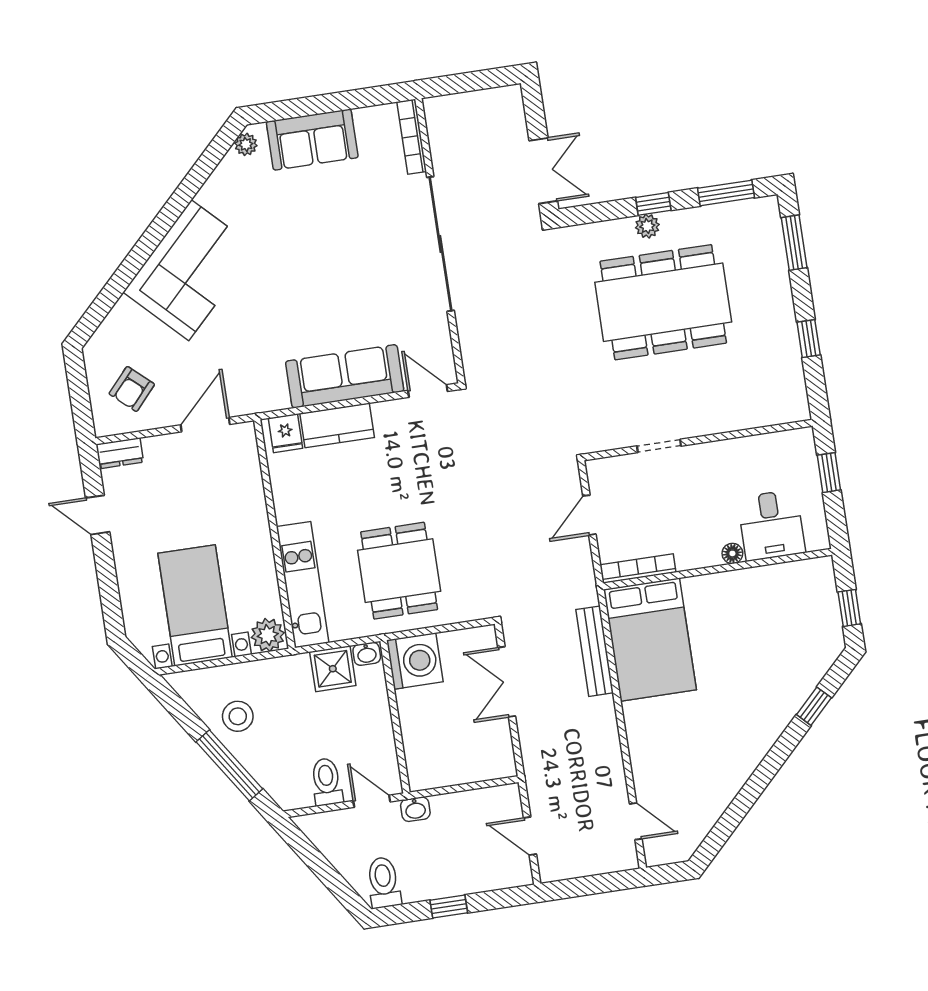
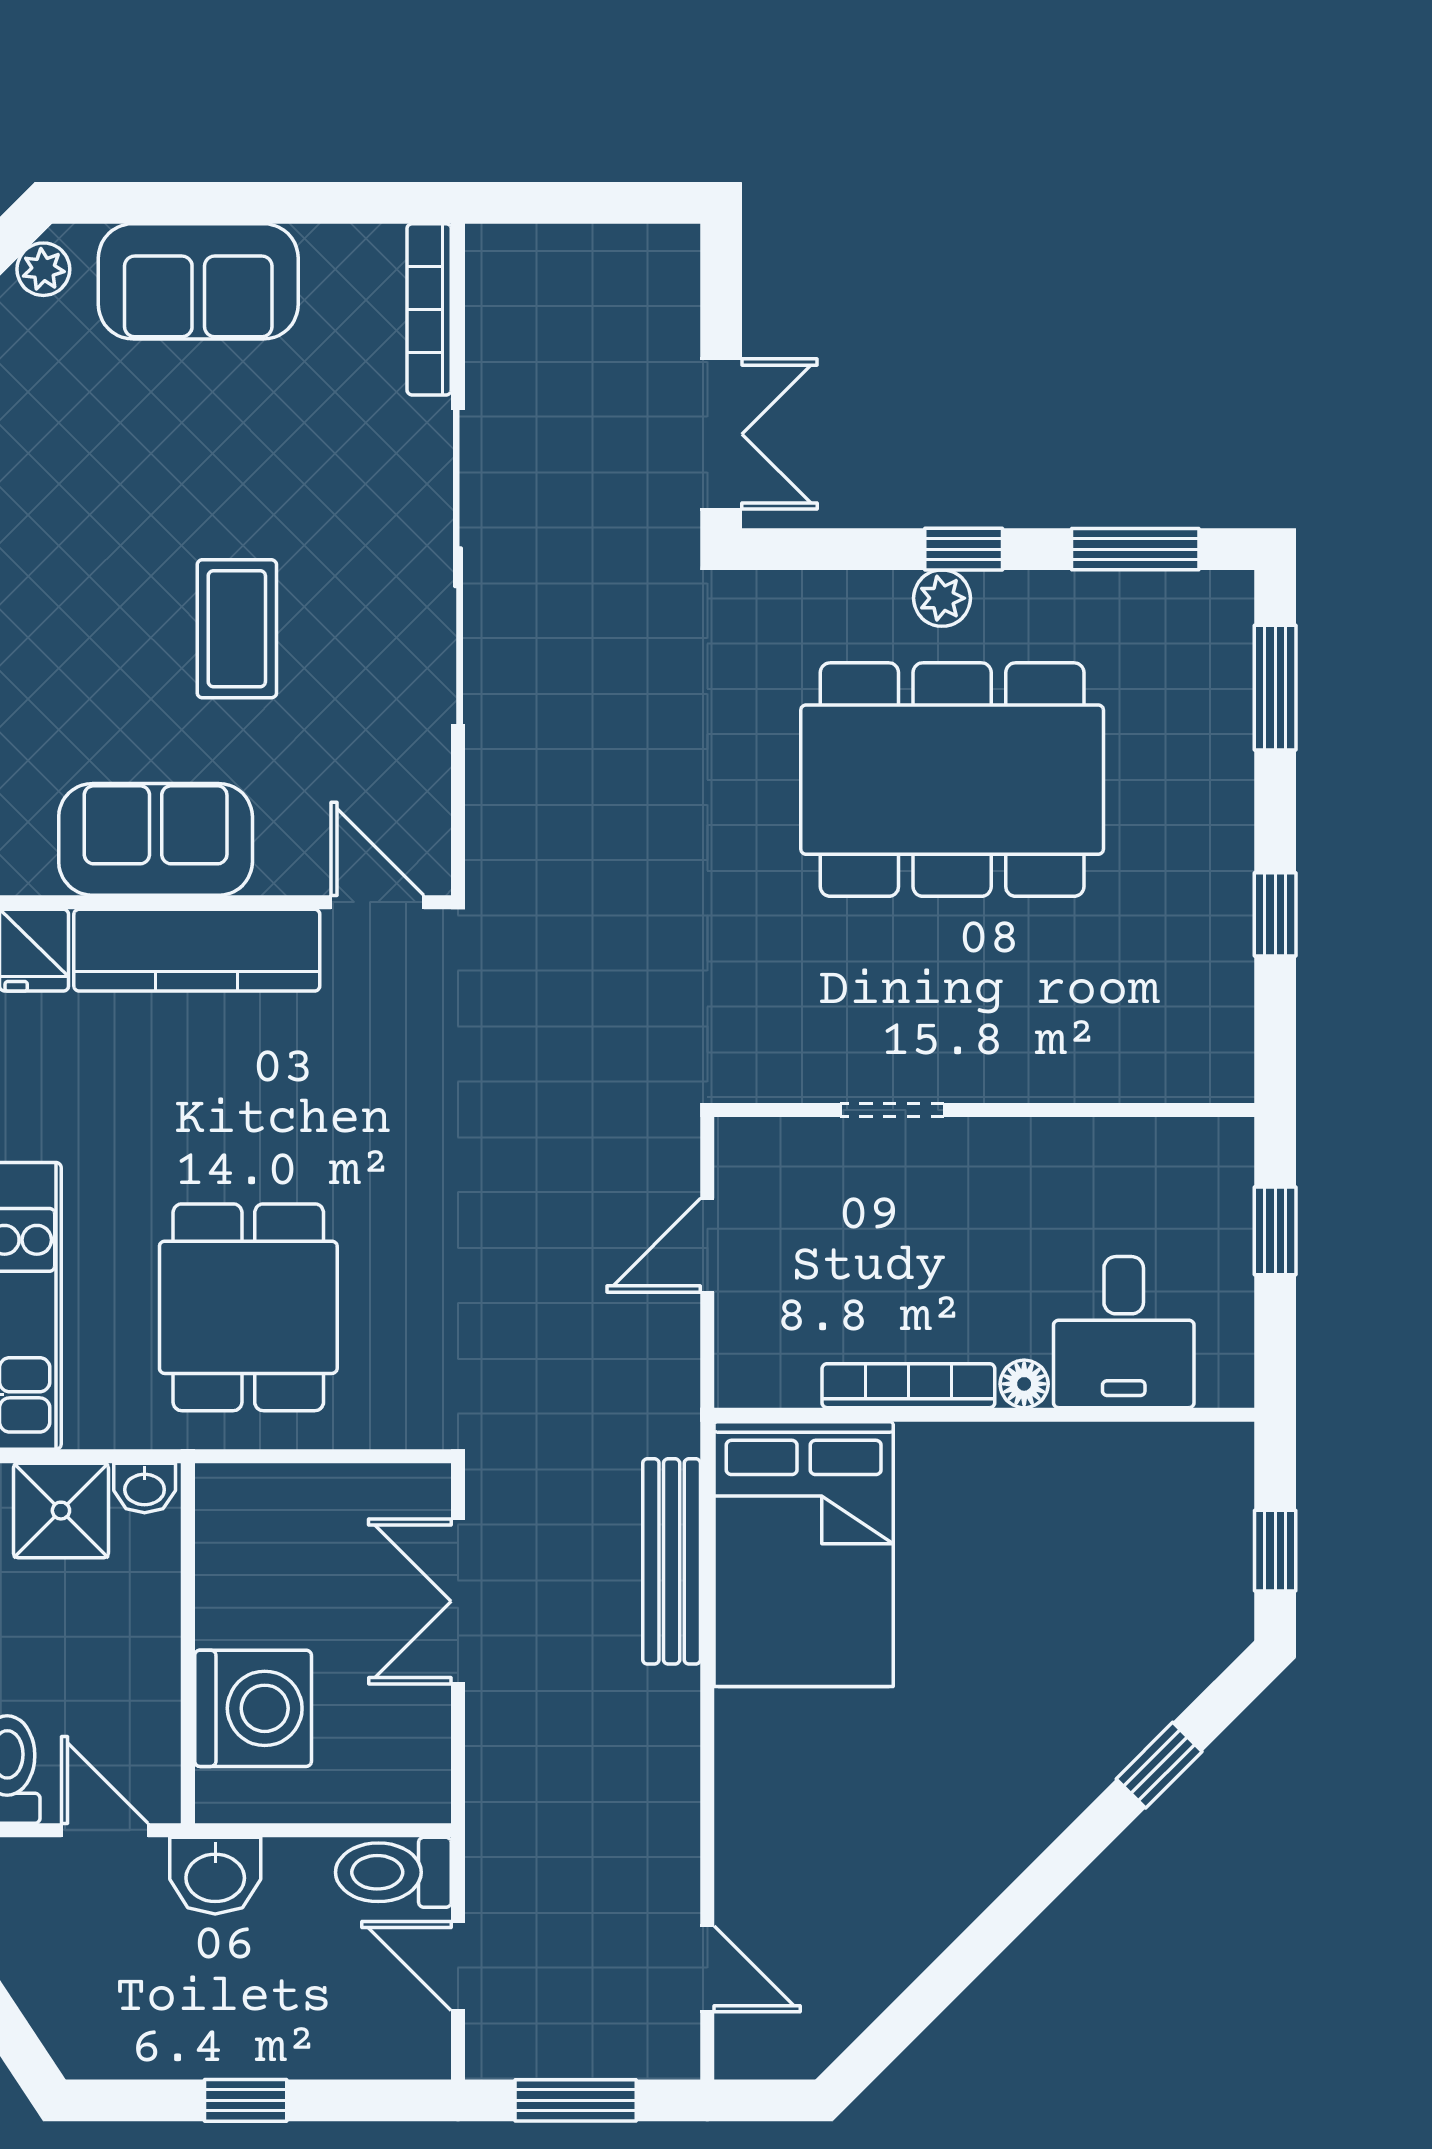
coffee table: (351, 284) -> (237, 629), added
sofa: (345, 376) -> (156, 839), width x0.73
kitchen counter: (337, 425) -> (197, 950), width x1.50
bookcase: (638, 569) -> (908, 1386), moved
washing machine: (415, 661) -> (253, 1708), moved
washbasin: (415, 809) -> (215, 1876), width x1.38, depth x1.45
toilet: (384, 882) -> (393, 1872), moved, turned -90
window: (588, 885) -> (576, 2100), added

